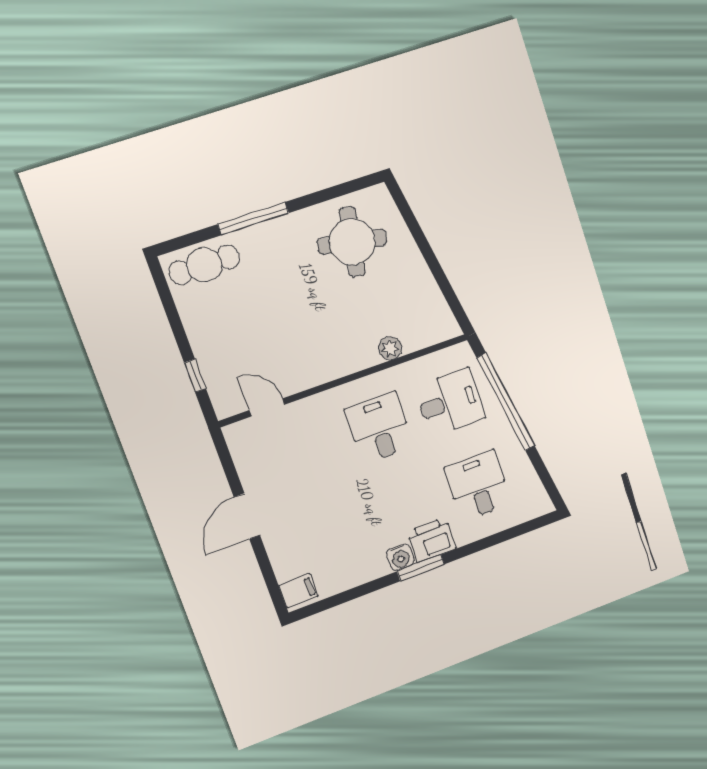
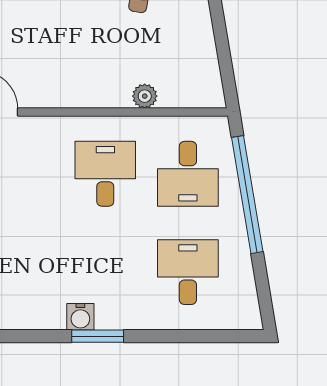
desk: (450, 402) -> (188, 174), turned 90
printer: (432, 540) -> (119, 311), removed

